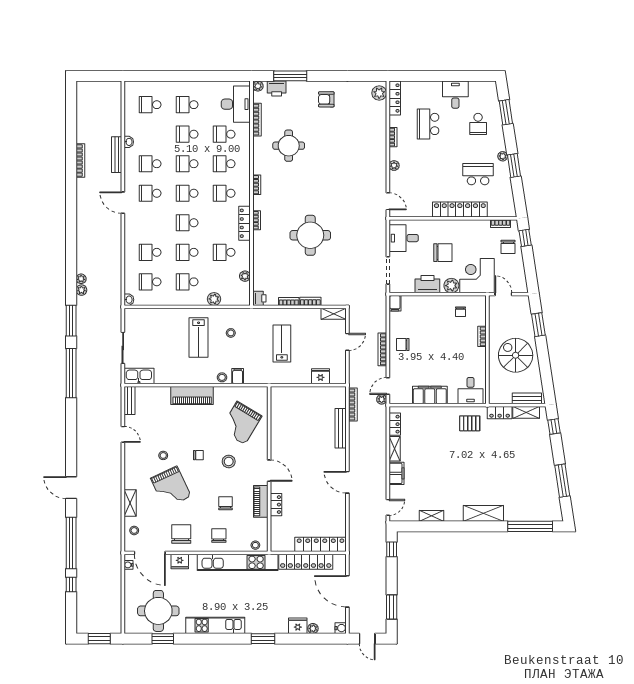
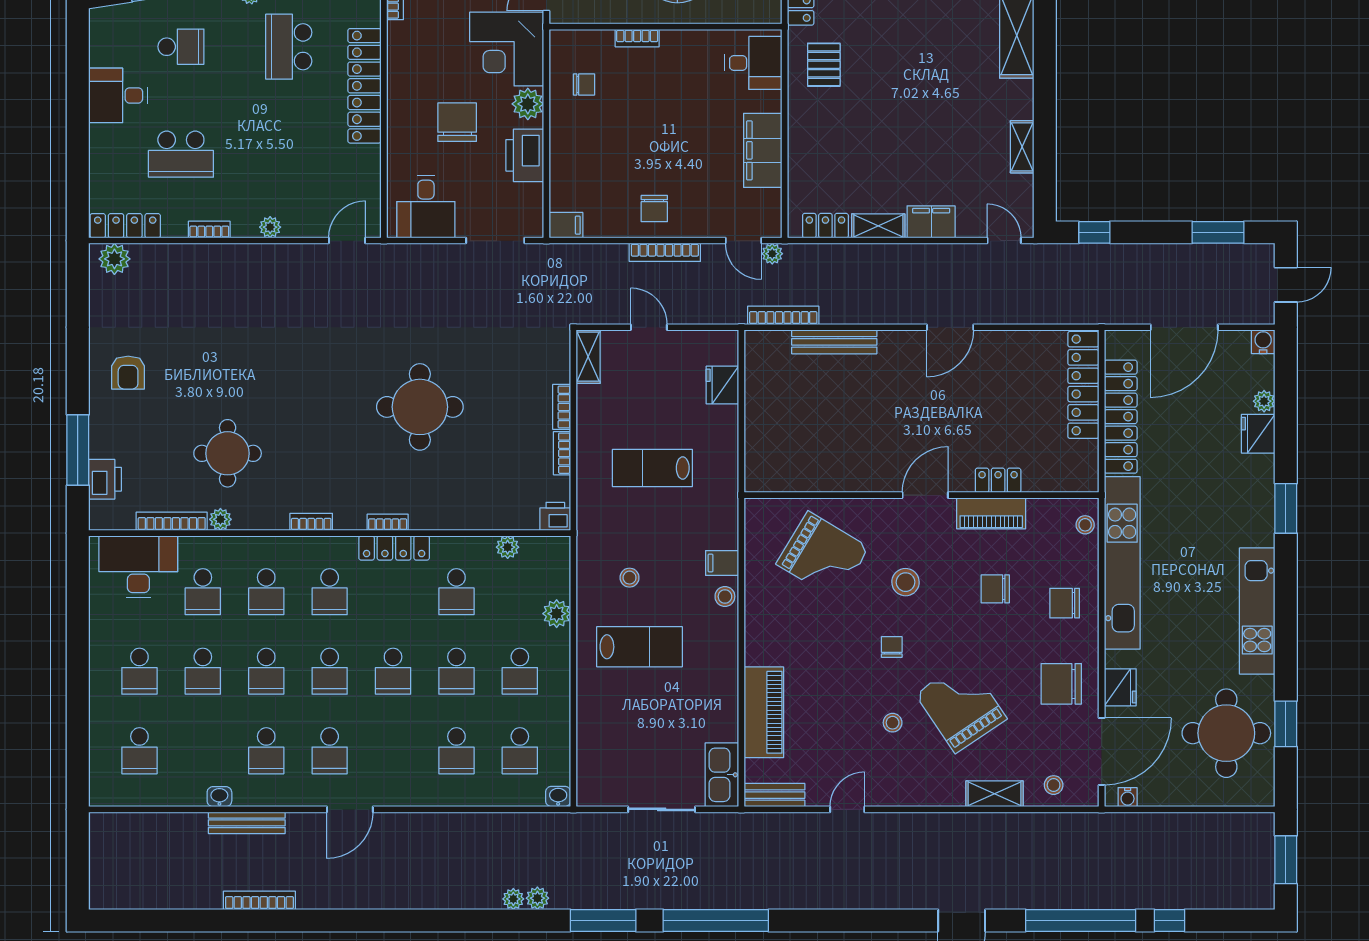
plant: (258, 86) -> (220, 519), moved
piano: (192, 395) -> (764, 712), moved
grand piano: (171, 487) -> (961, 706), turned -99

